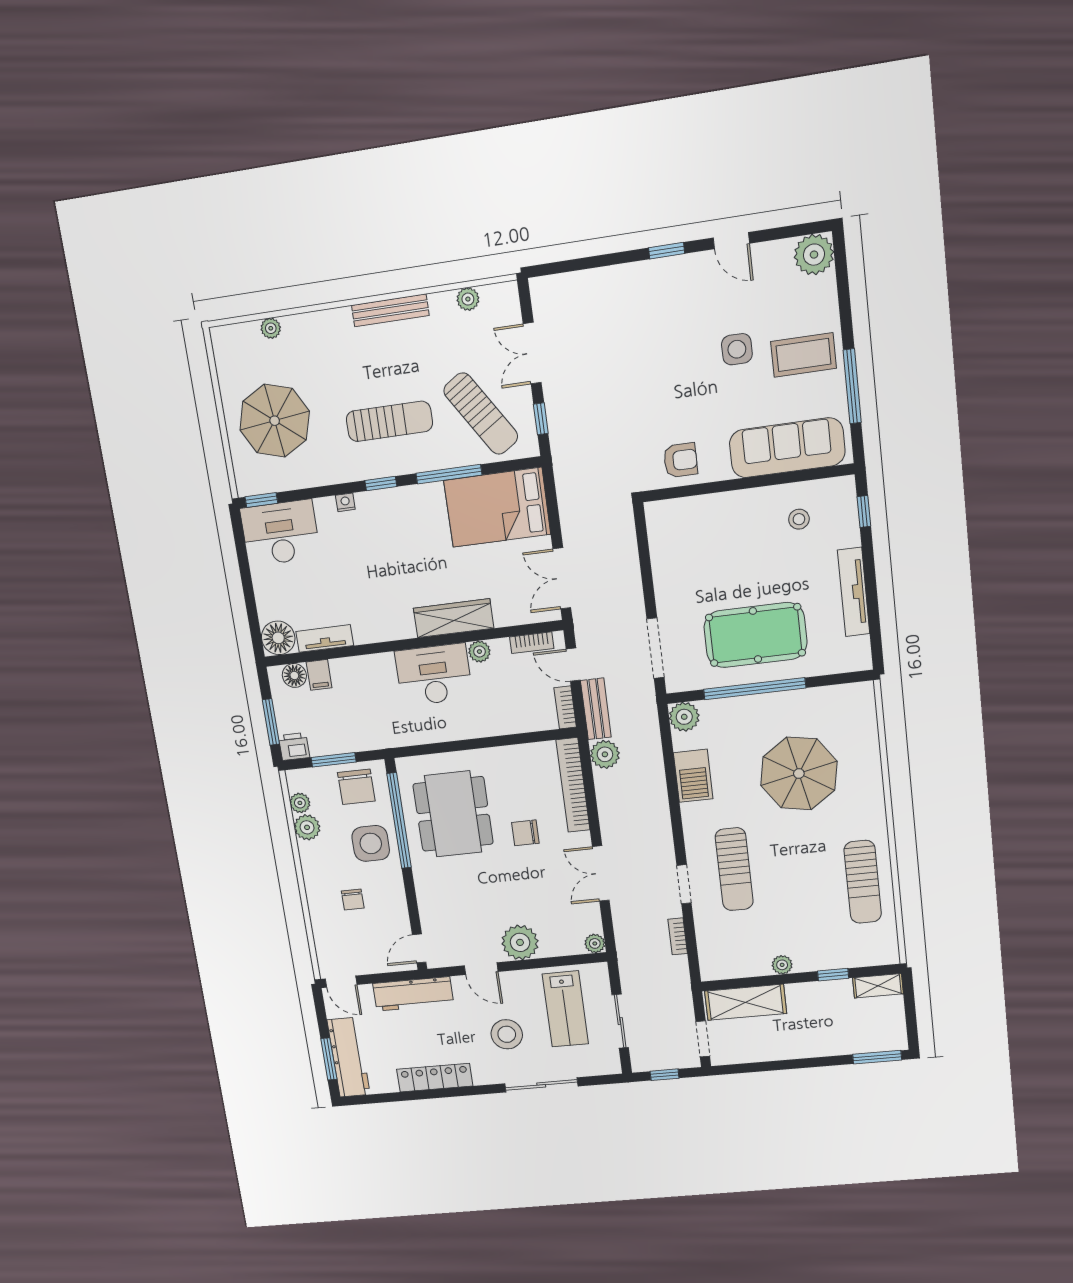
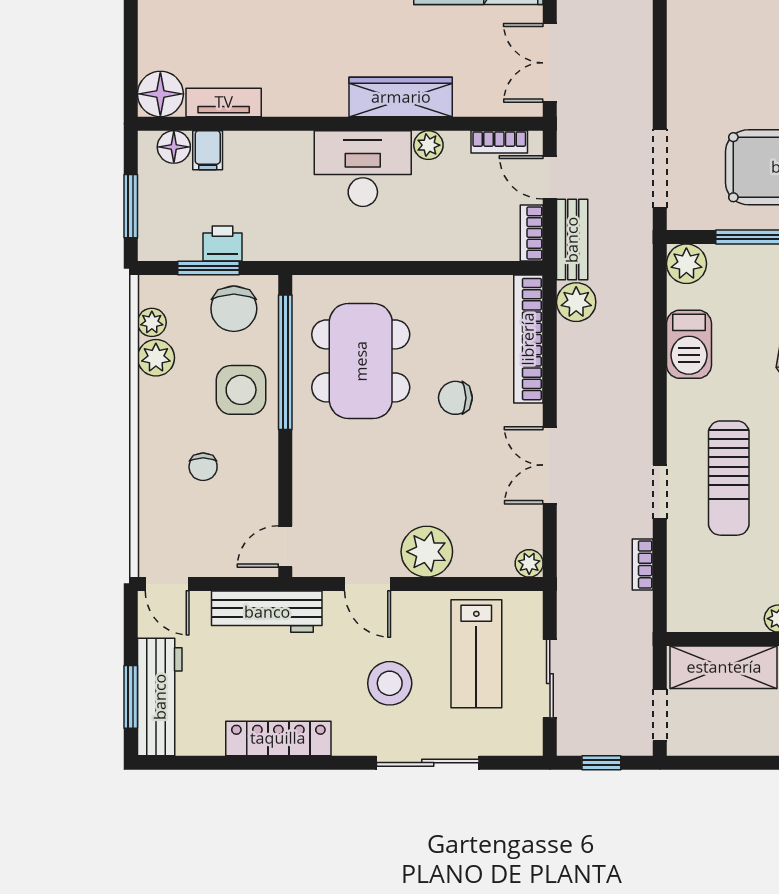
printer: (294, 747) -> (223, 244), moved

